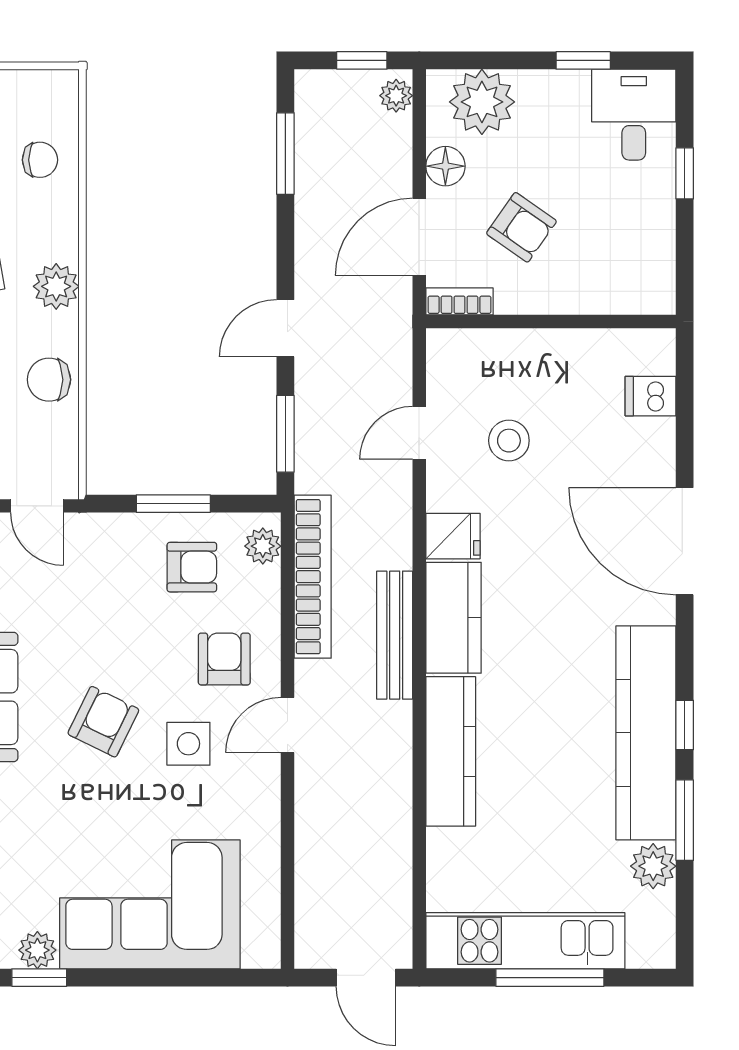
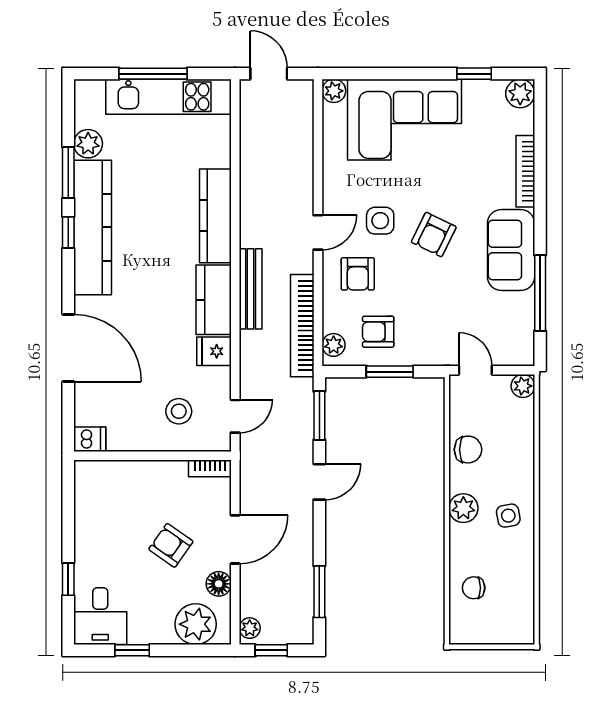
bookcase: (459, 301) -> (210, 468), moved
wall: (551, 322) -> (152, 456), moved
plant: (37, 950) -> (334, 91), moved

